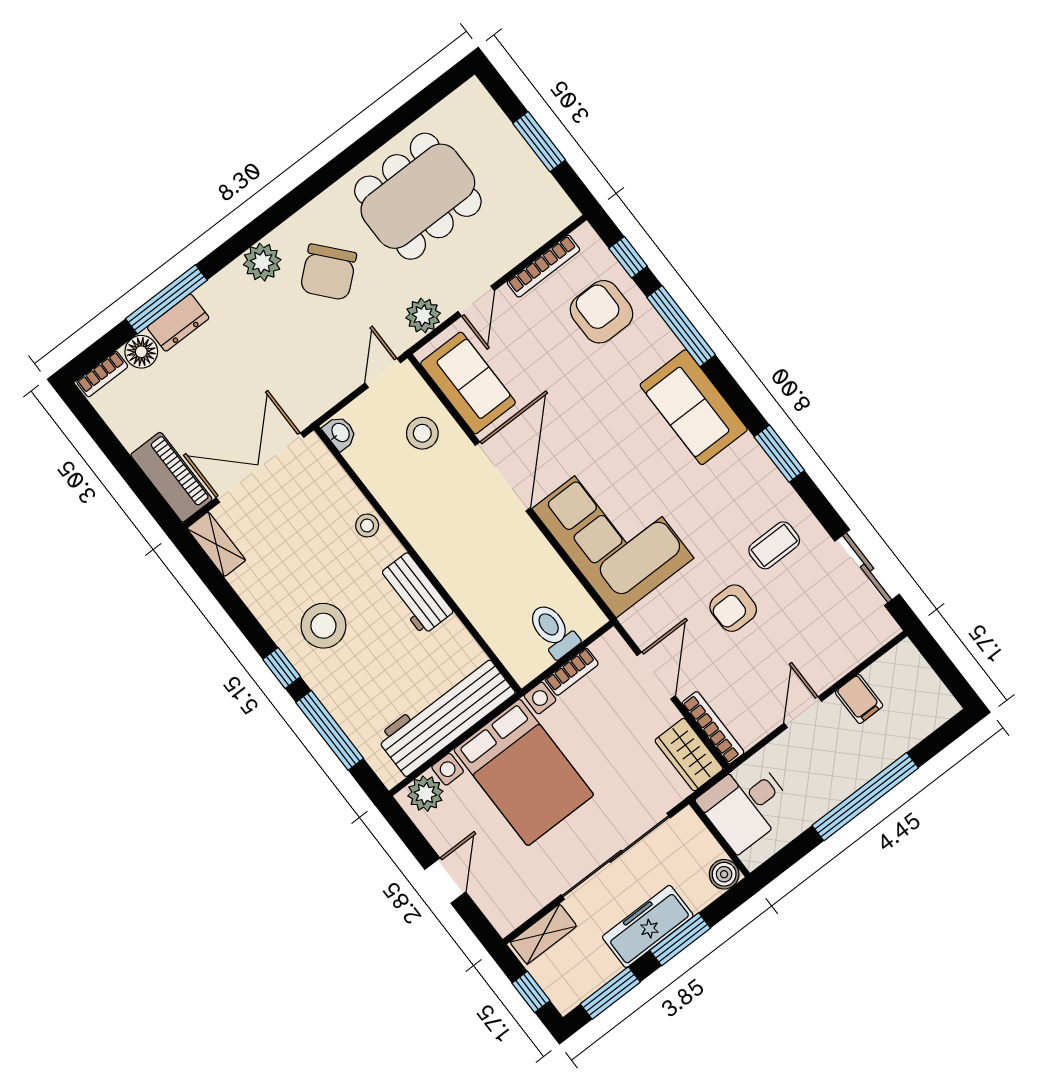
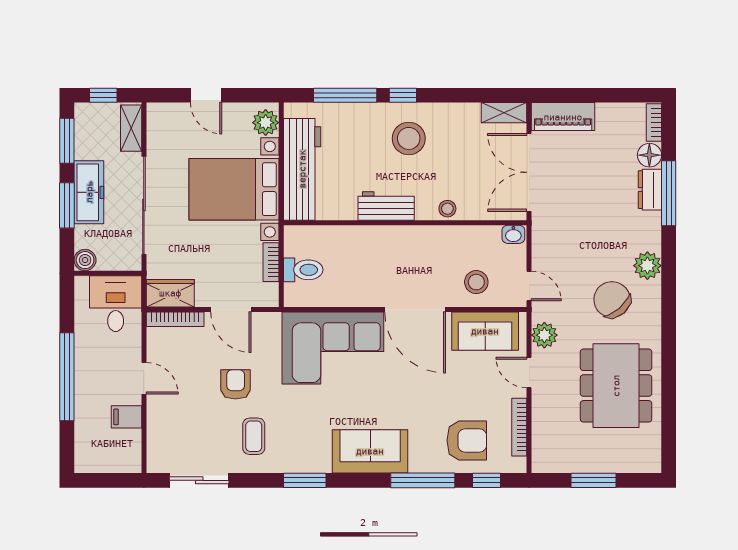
double door: (260, 468) -> (529, 172), swing flipped

